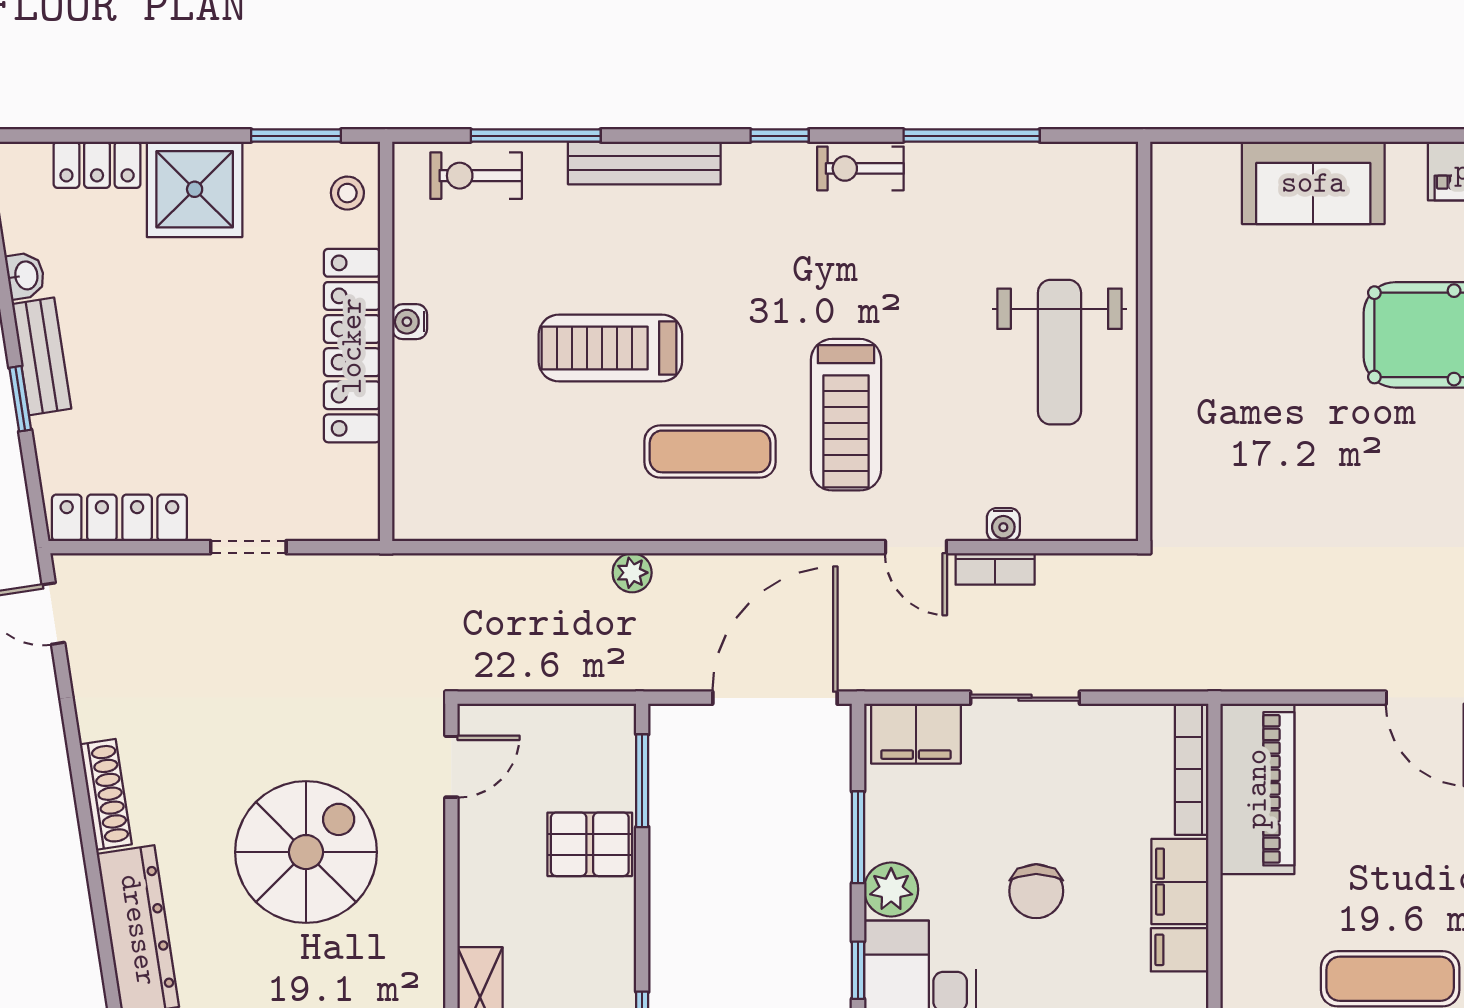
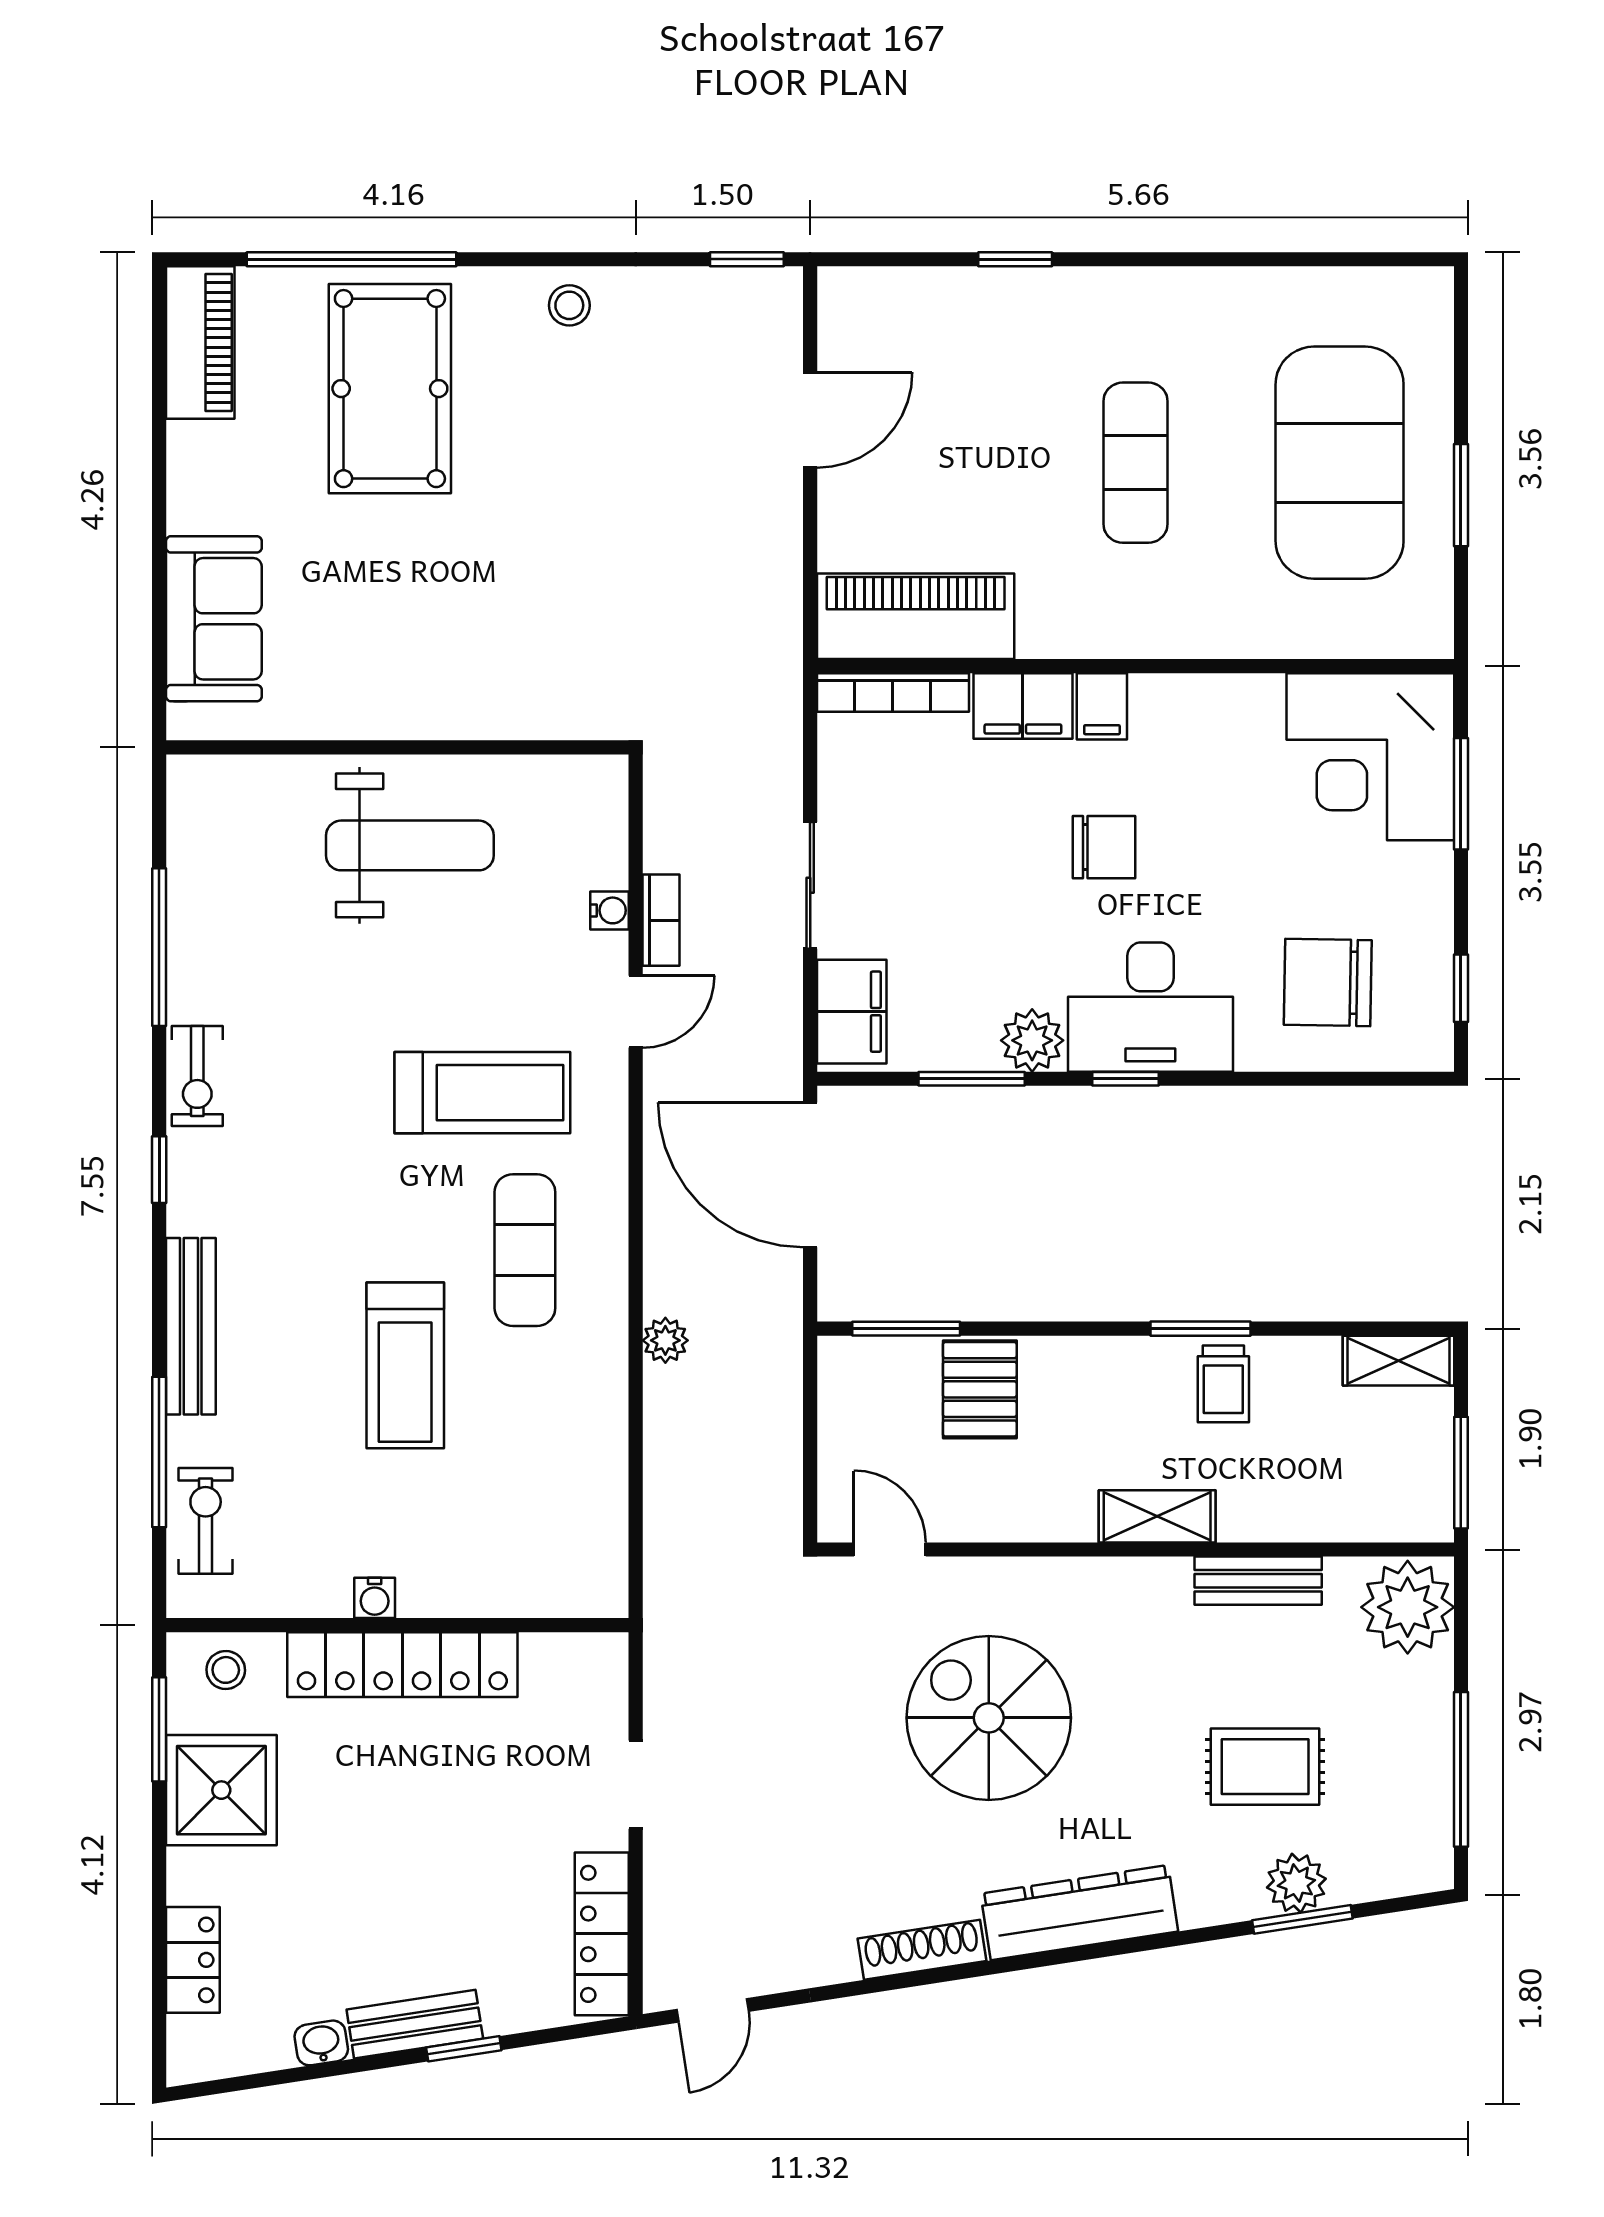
exercise bike: (476, 176) -> (206, 1521), turned 180
sofa: (1313, 183) -> (214, 619), moved
shower: (195, 189) -> (221, 1790), moved
chair: (1036, 891) -> (1104, 847), moved

